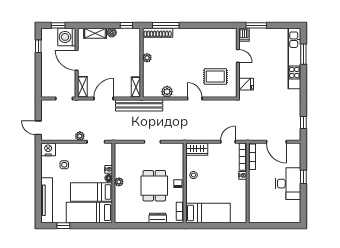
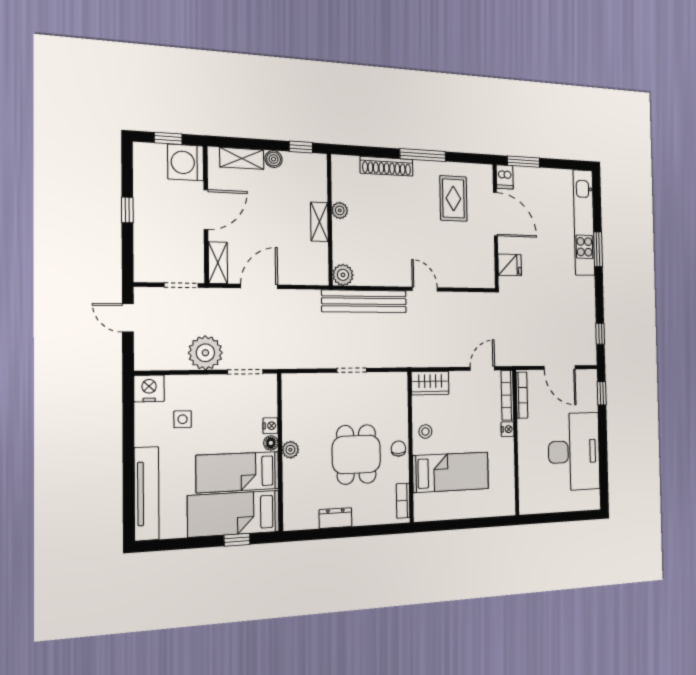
window: (166, 25) -> (423, 155), moved
shoe rack: (158, 33) -> (387, 166), moved
window: (38, 46) -> (127, 210), moved
window: (303, 54) -> (598, 249), moved
door: (238, 56) -> (495, 214), width x1.88
door: (77, 60) -> (206, 210), swing flipped
rug: (215, 76) -> (453, 198), moved, turned 90
shelving: (136, 87) -> (319, 222), moved
plant: (167, 92) -> (343, 275), moved
bench: (139, 105) -> (364, 301), moved
door: (38, 128) -> (128, 318), moved
plant: (80, 136) -> (205, 353), width x1.88, depth x1.88
window: (303, 177) -> (602, 393), moved
desk: (288, 184) -> (574, 452), width x1.36, depth x1.30
bed: (208, 213) -> (451, 472), moved
dresser: (158, 218) -> (335, 518), moved
window: (63, 226) -> (237, 540), moved

